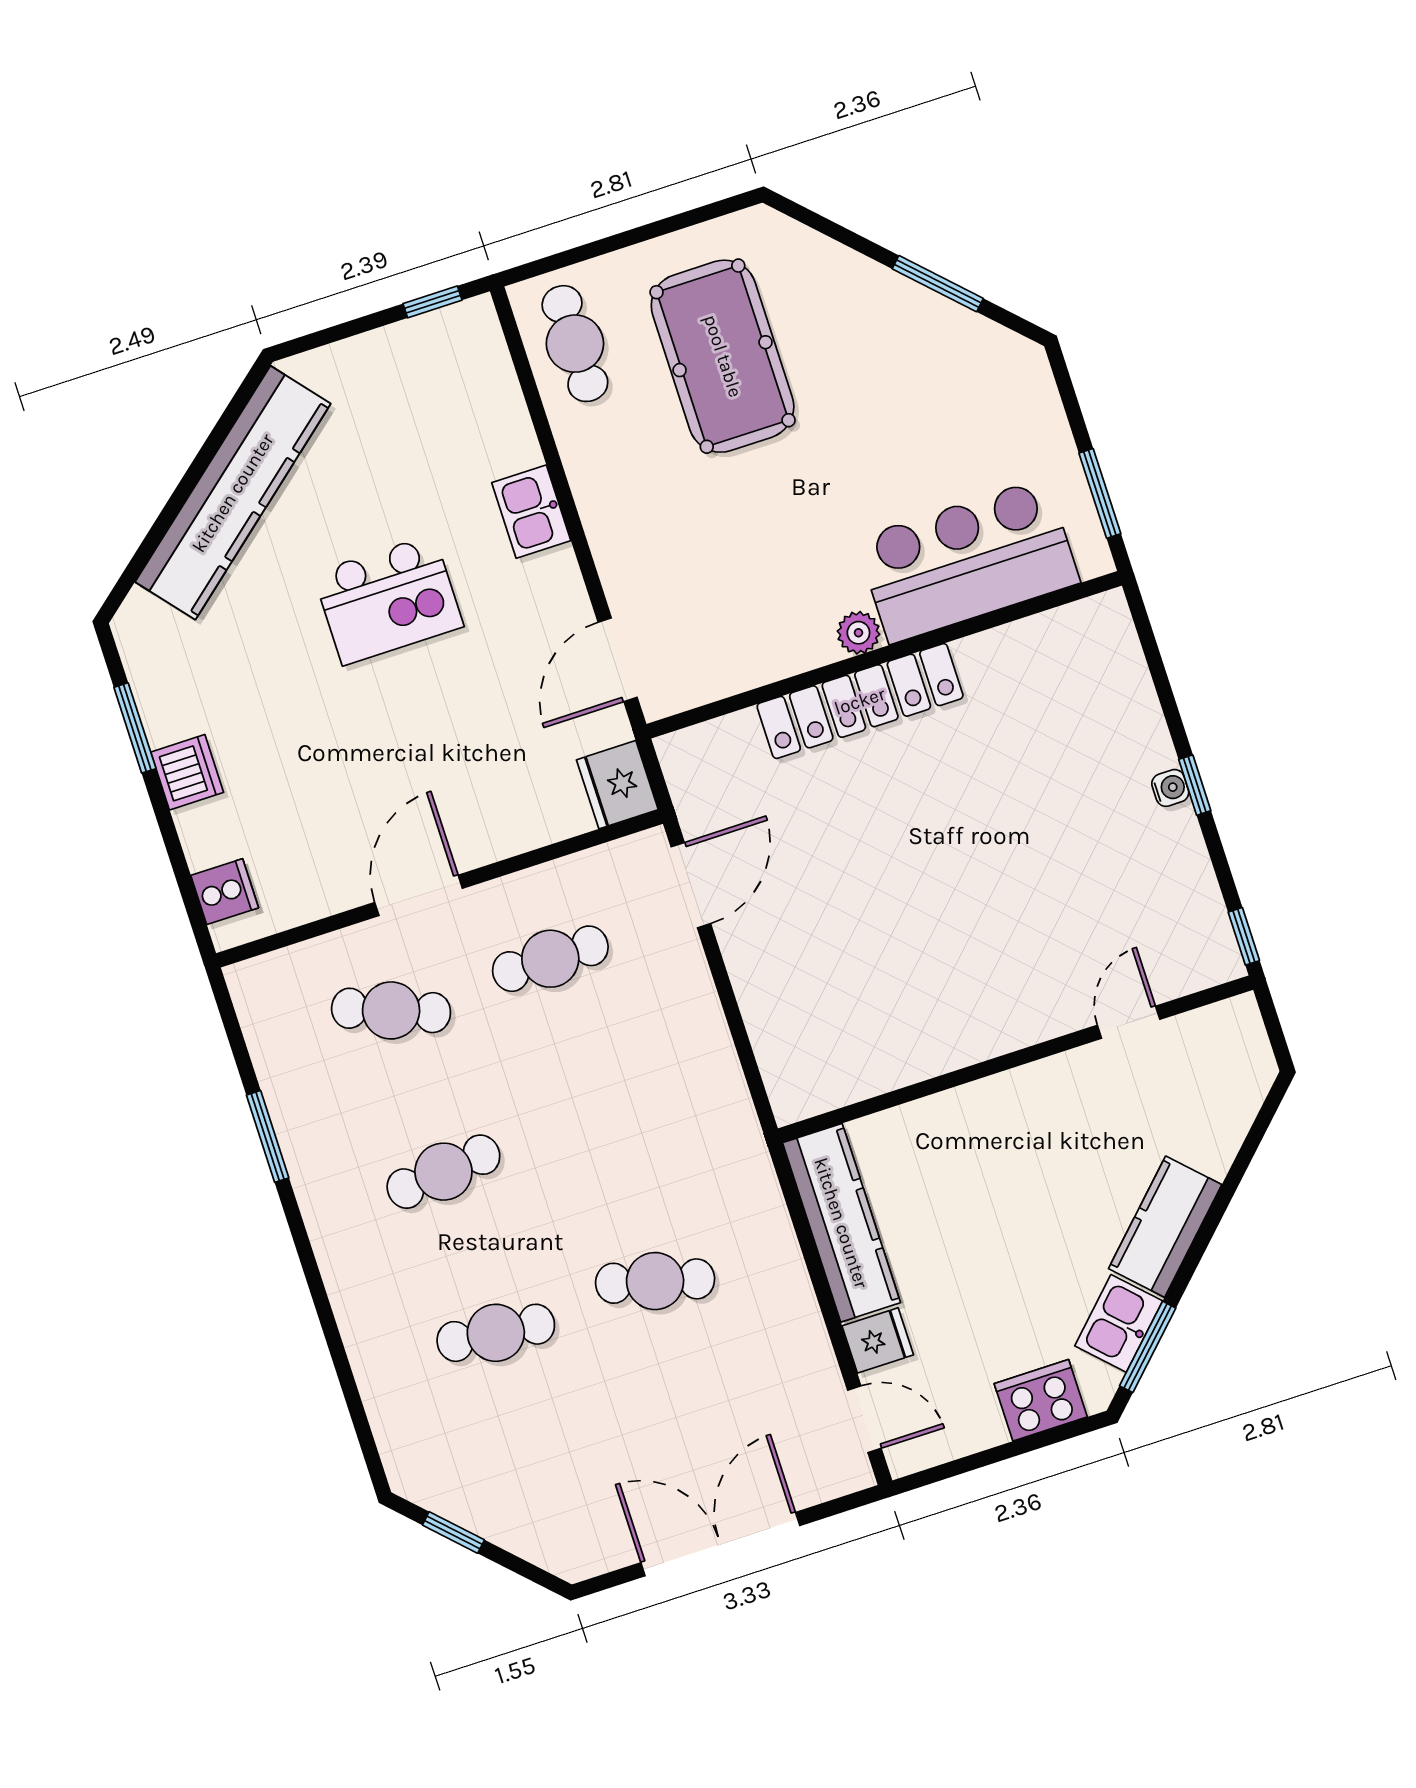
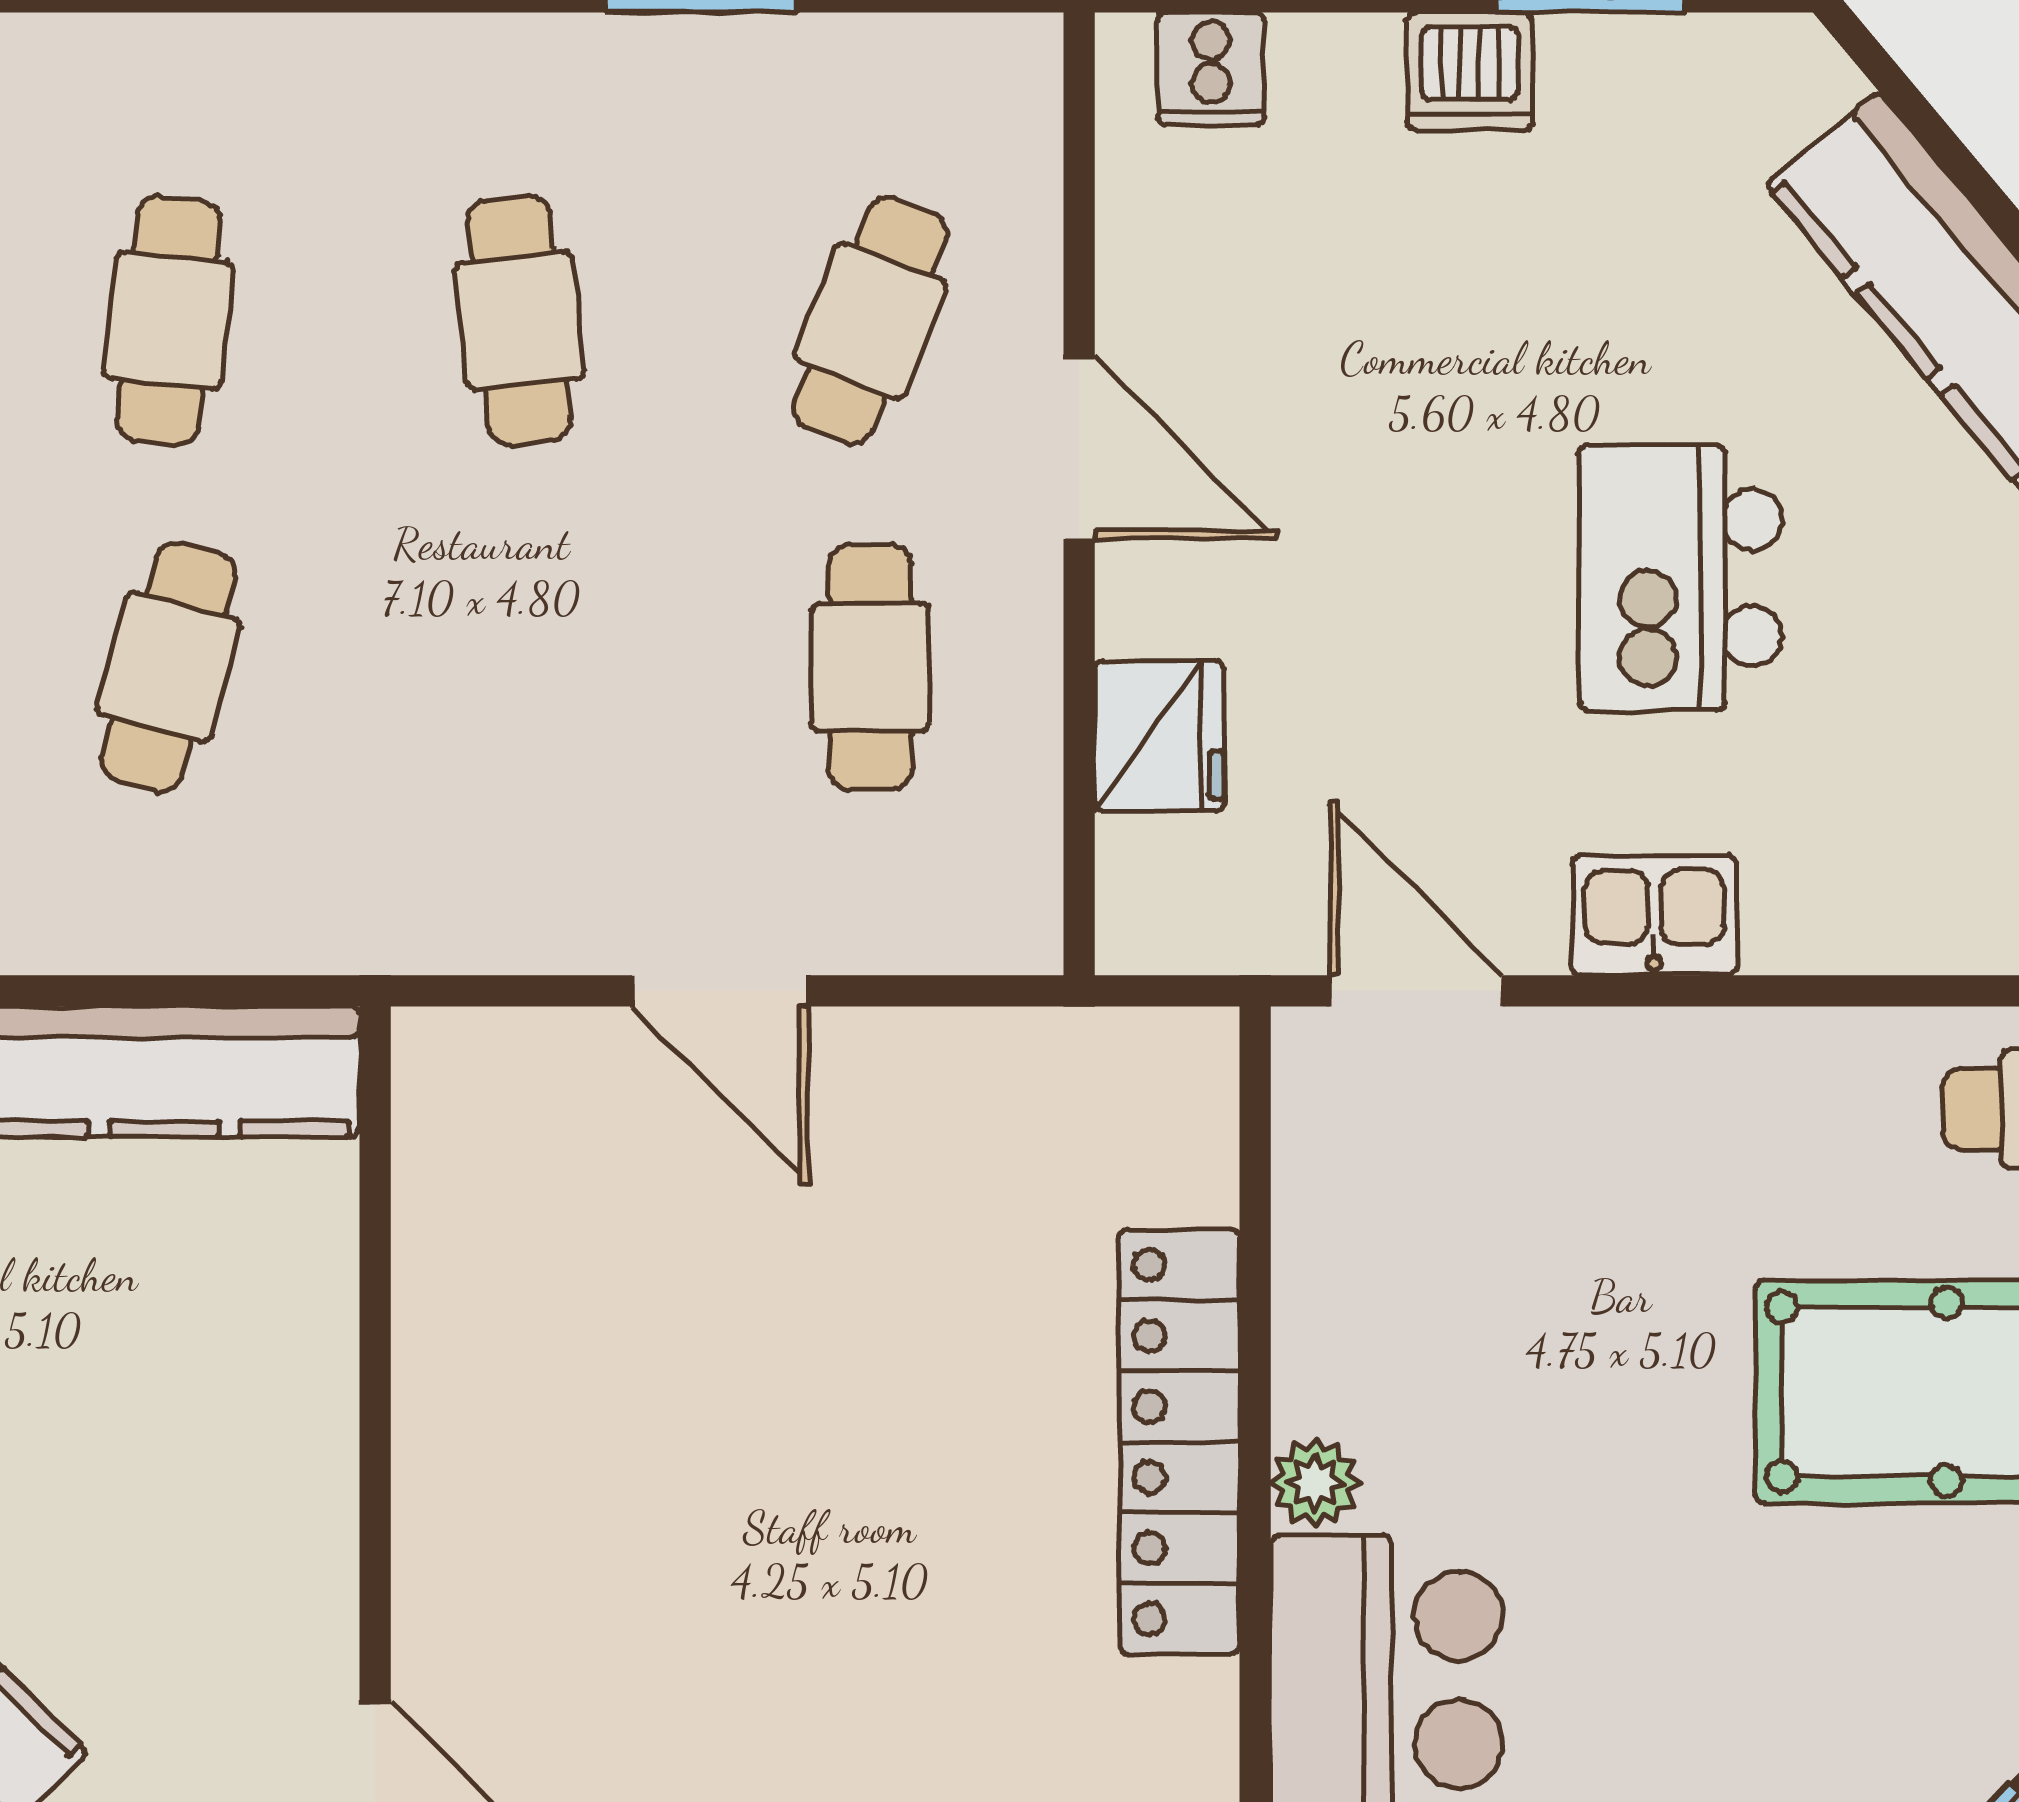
kitchen sink: (531, 512) -> (1654, 916), moved
fridge: (617, 785) -> (1160, 736), moved, turned 90
door: (691, 885) -> (720, 991), moved

